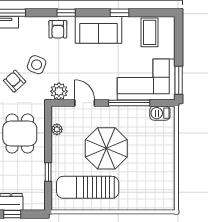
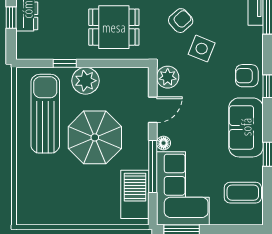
floor lamp: (111, 95) -> (164, 143), added
barbecue: (160, 113) -> (135, 194), width x1.88, depth x1.53
plant: (57, 129) -> (86, 81), moved, width x1.88, depth x1.88

